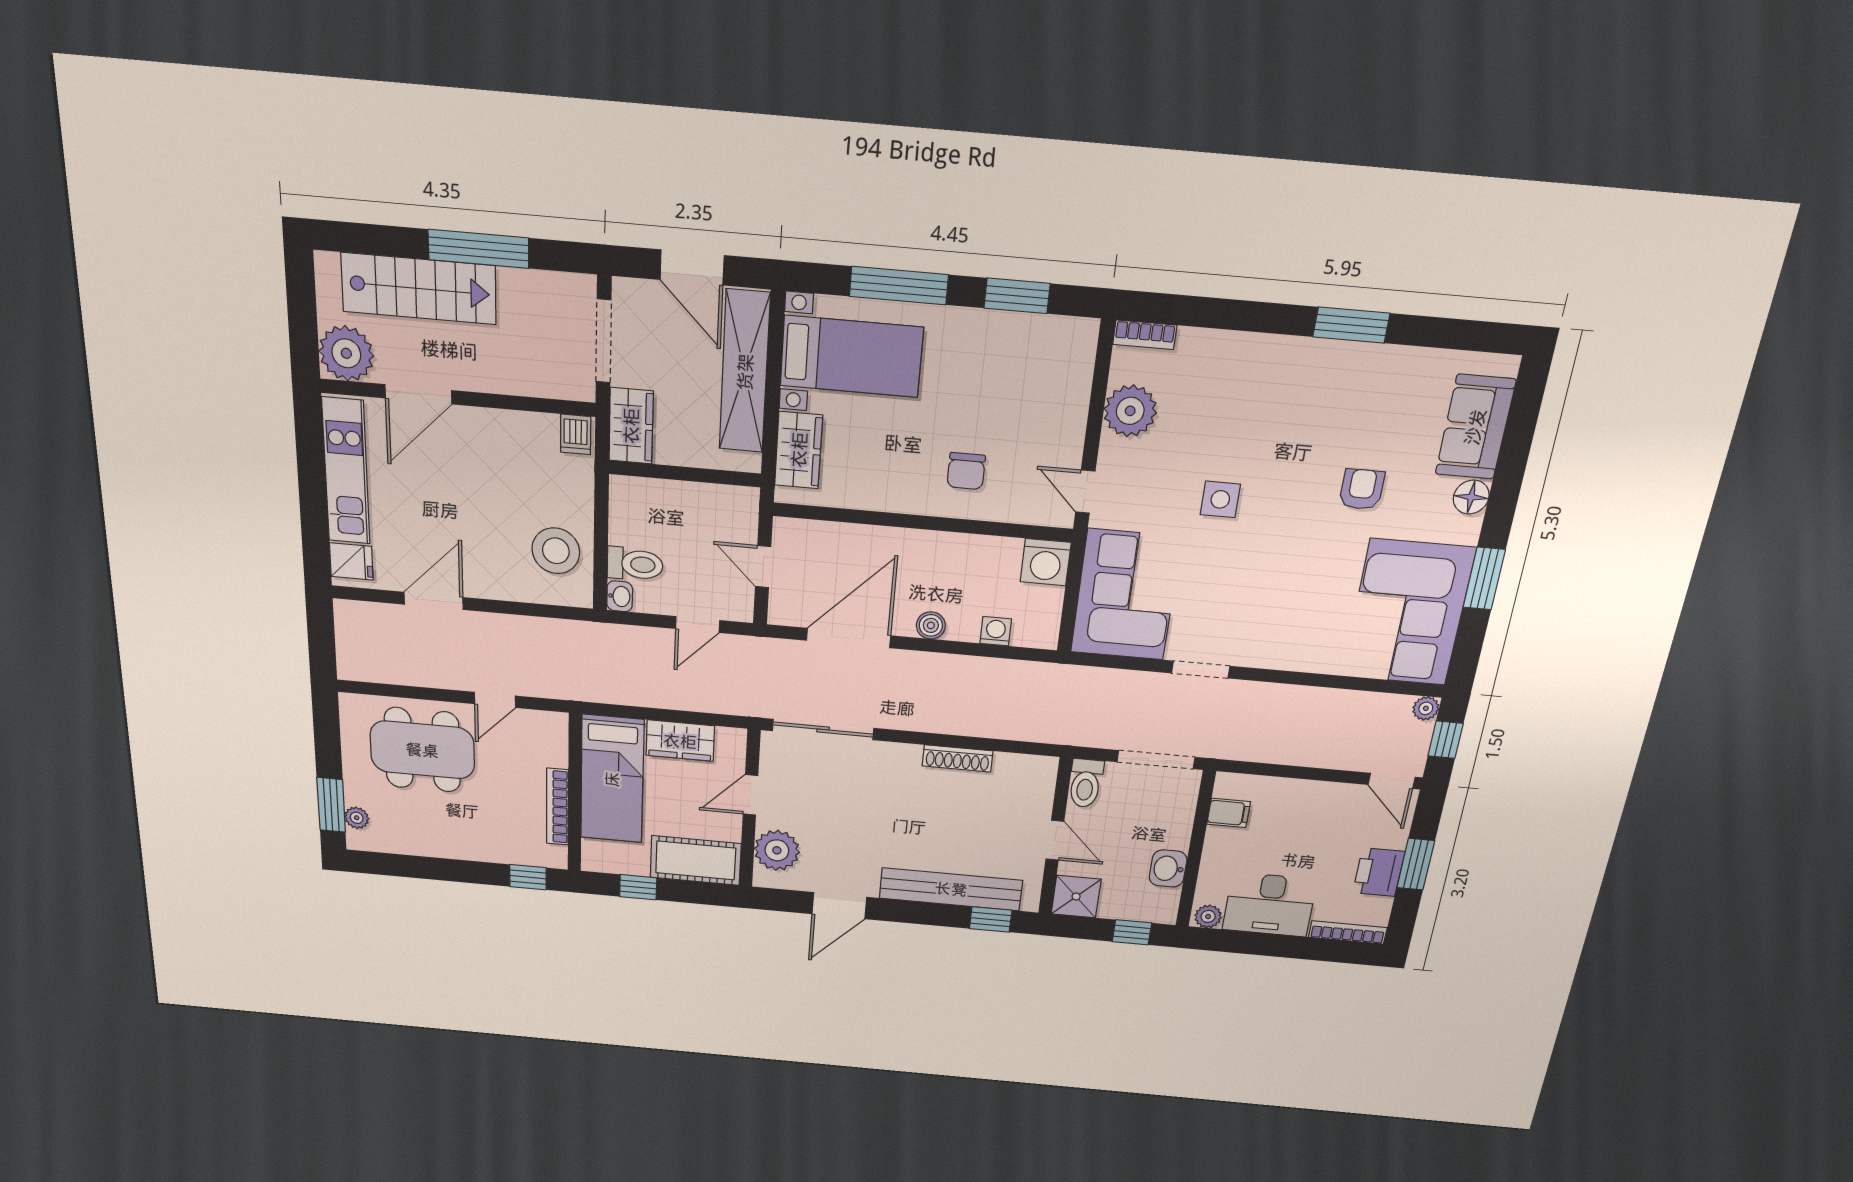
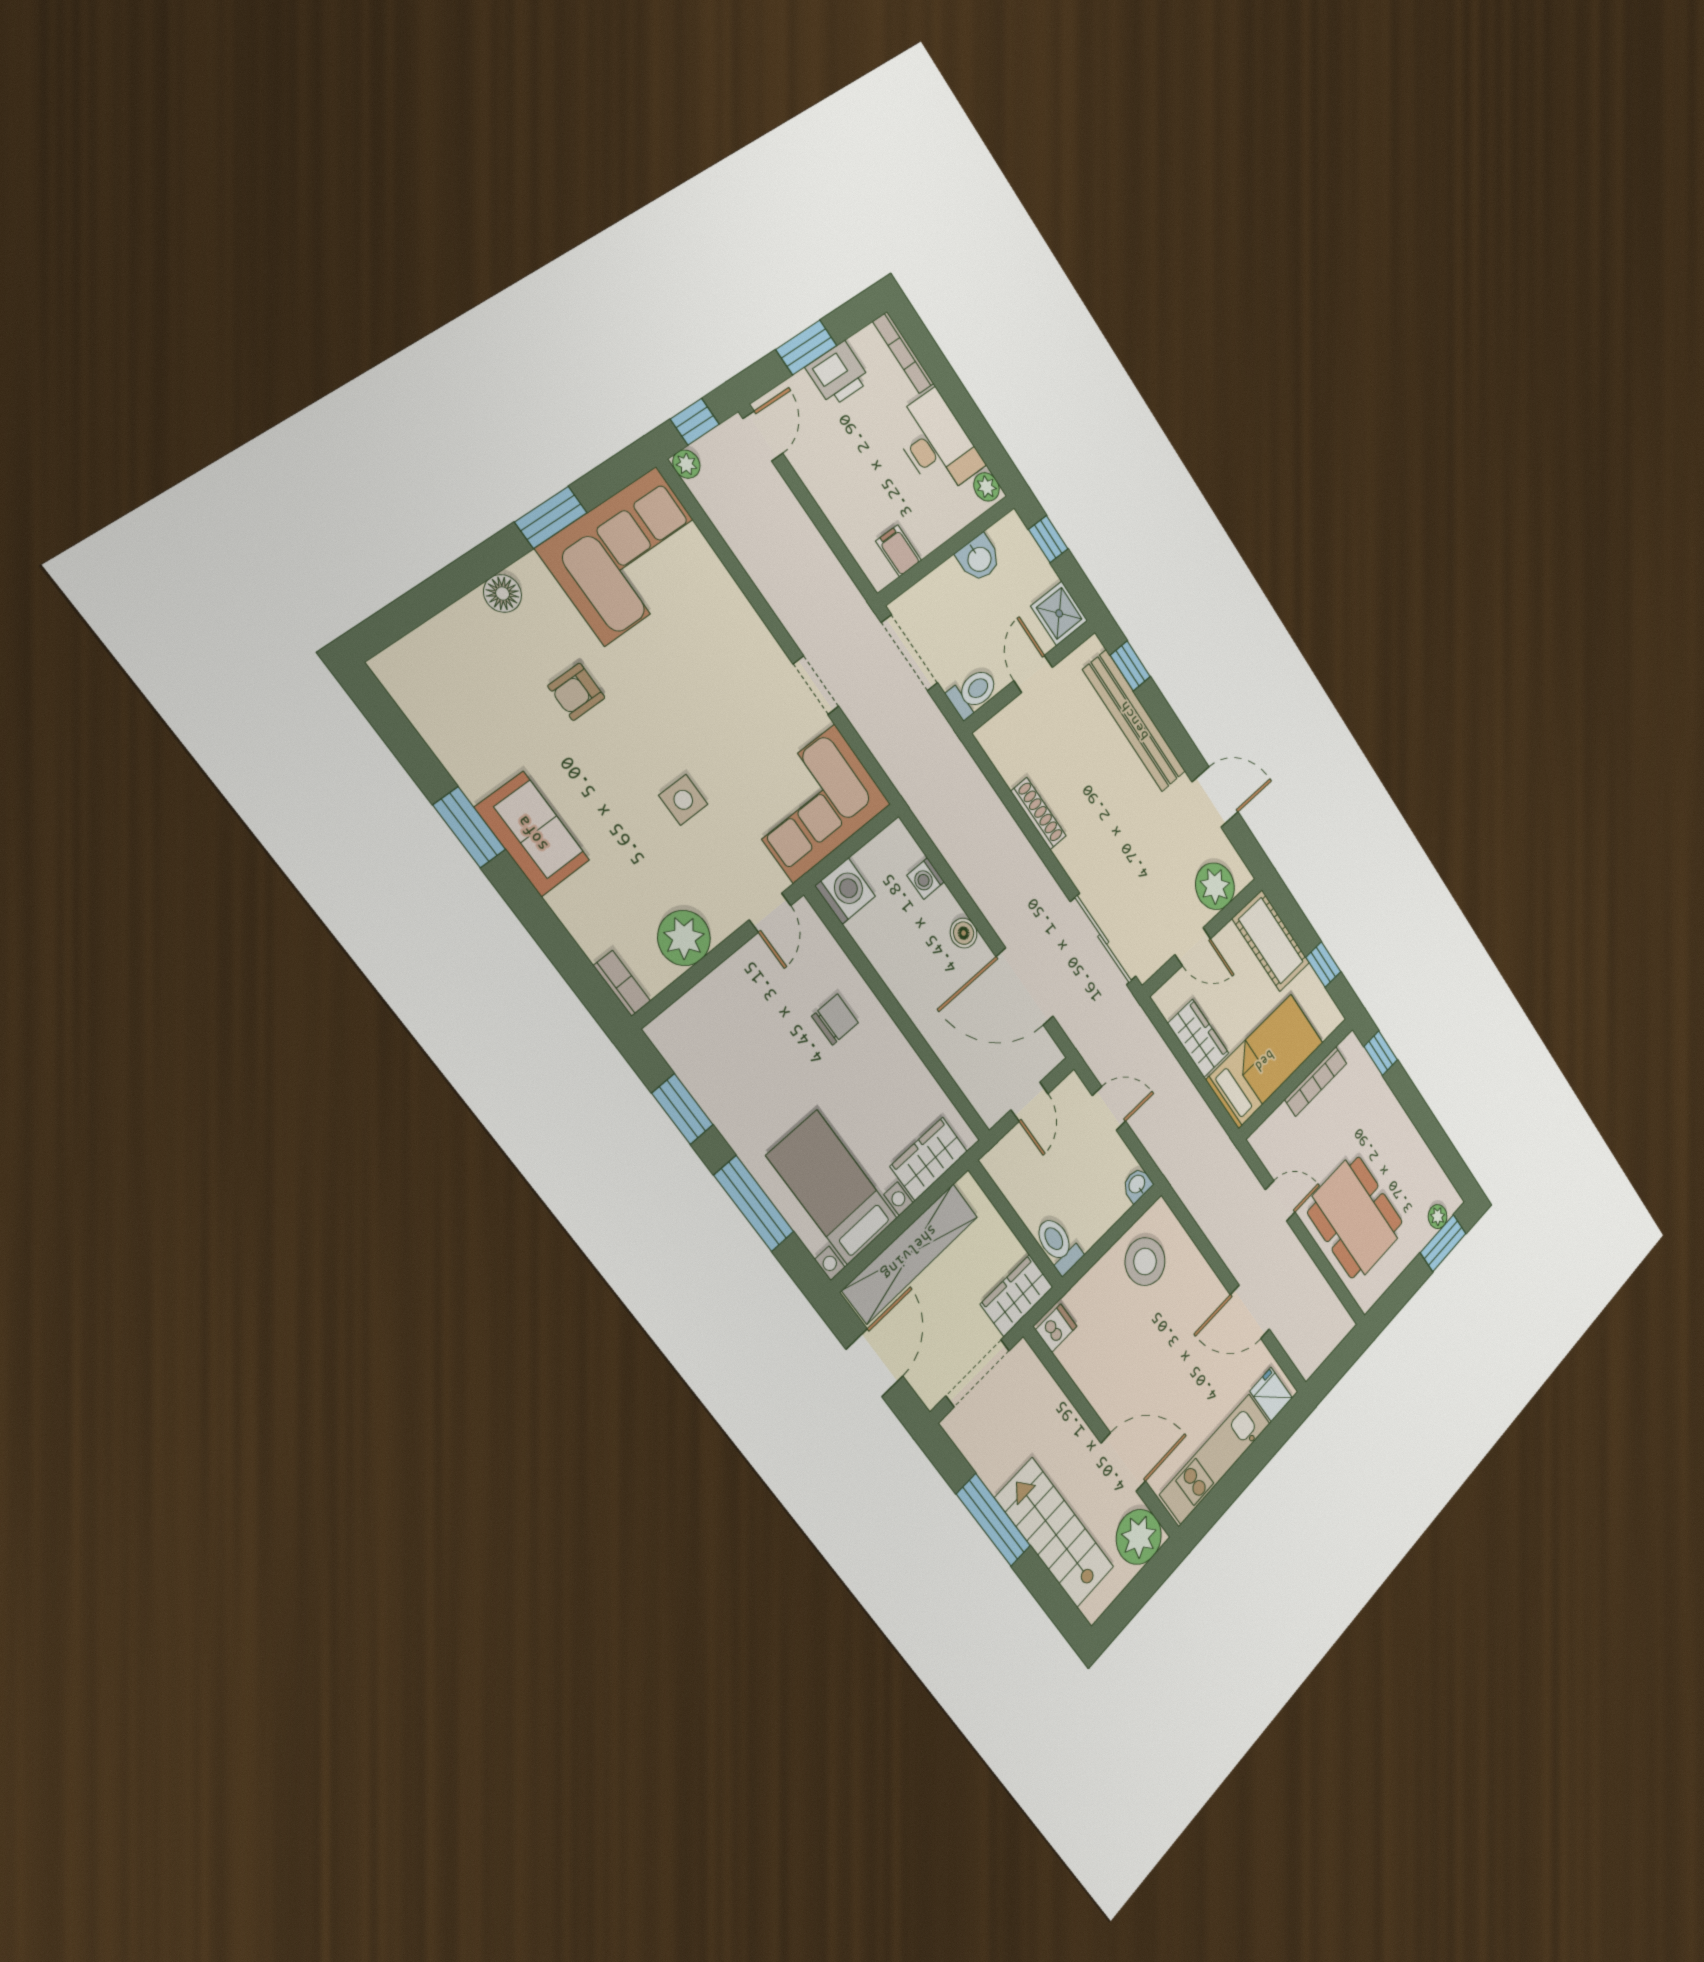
sofa: (1475, 427) -> (532, 834), moved, turned -90
toilet: (635, 564) -> (1058, 1245), moved

